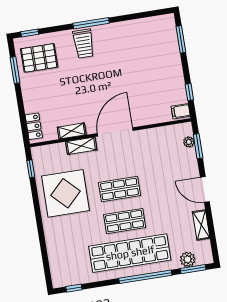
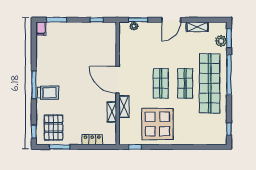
filing cabinet: (181, 111) -> (41, 28), moved
locker: (34, 126) -> (92, 140), moved

